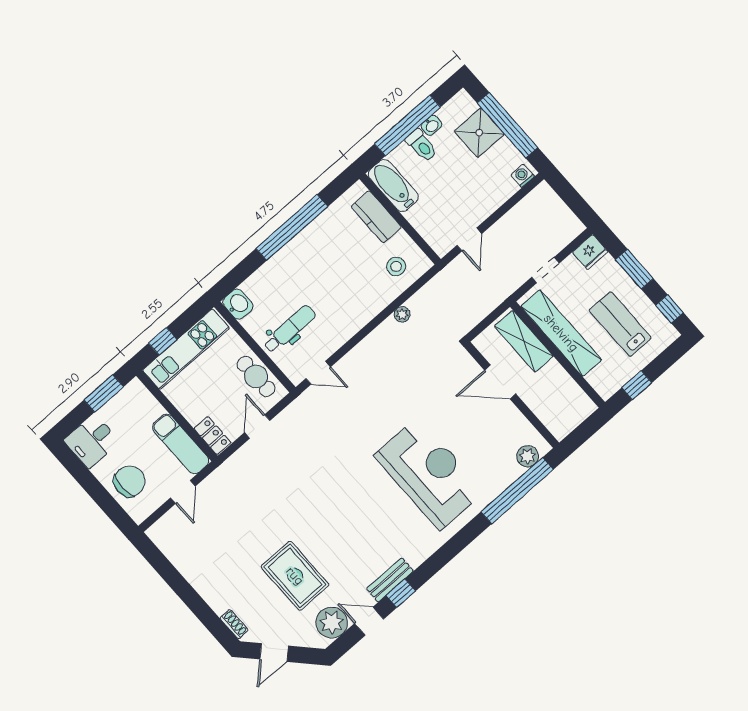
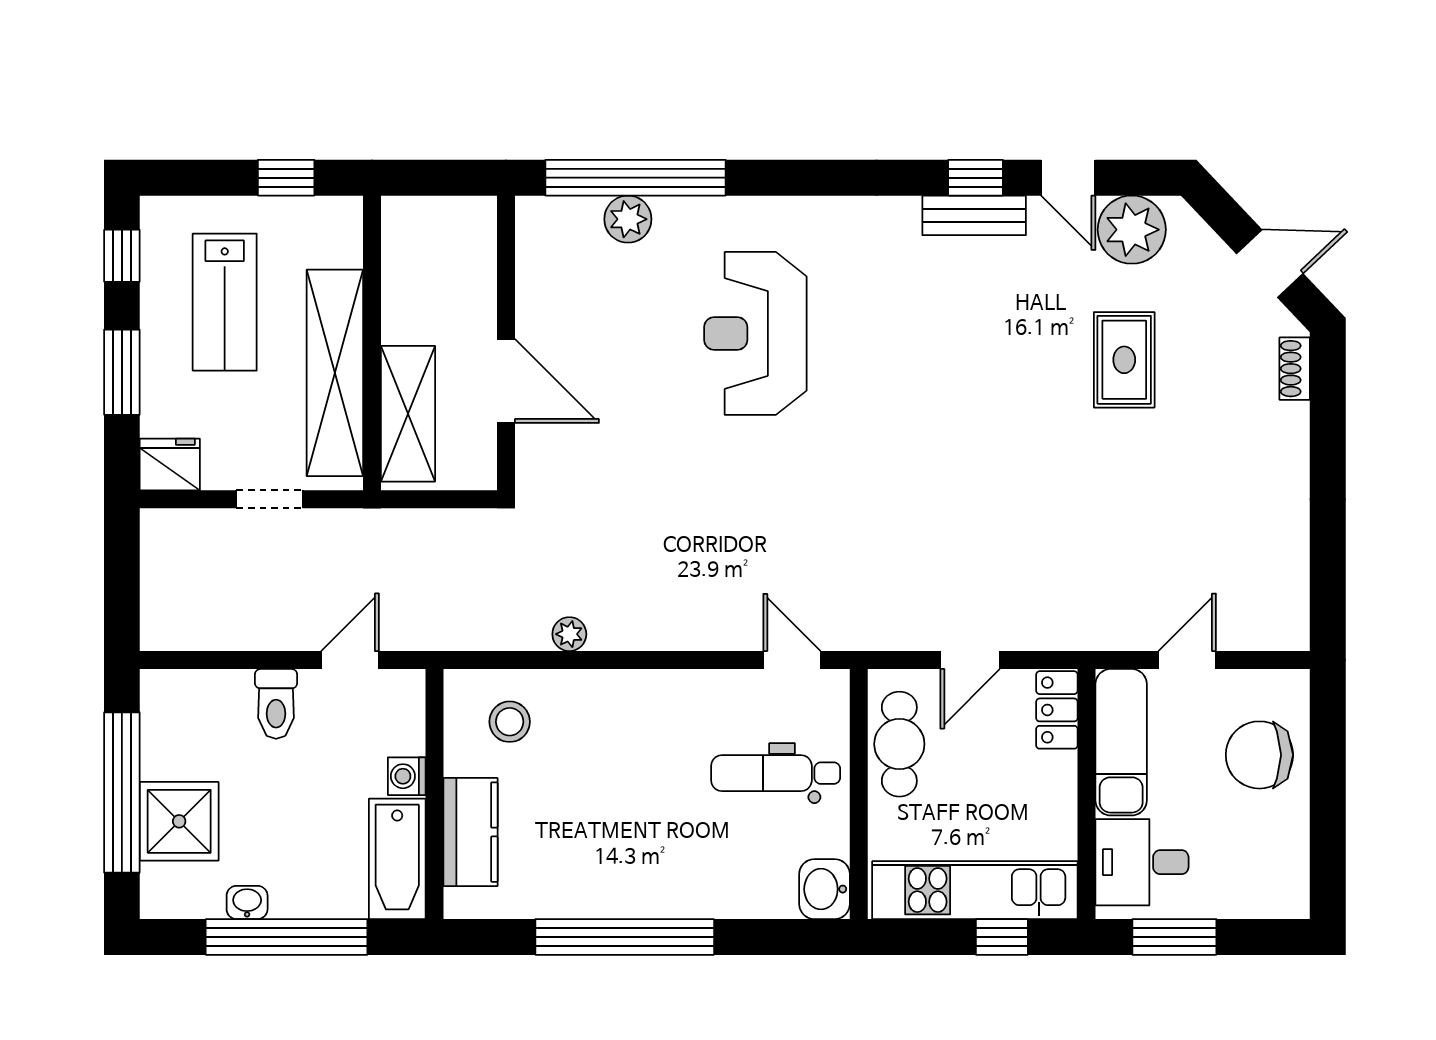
toilet: (421, 145) -> (276, 704), moved, turned 180
washing machine: (523, 176) -> (407, 776), moved, turned 90
desk: (92, 441) -> (1142, 862), moved, turned 180
plant: (528, 456) -> (628, 219), moved
reception desk: (429, 473) -> (755, 333), width x0.74, depth x0.77
rug: (295, 576) -> (1124, 360), width x0.73, depth x0.70

